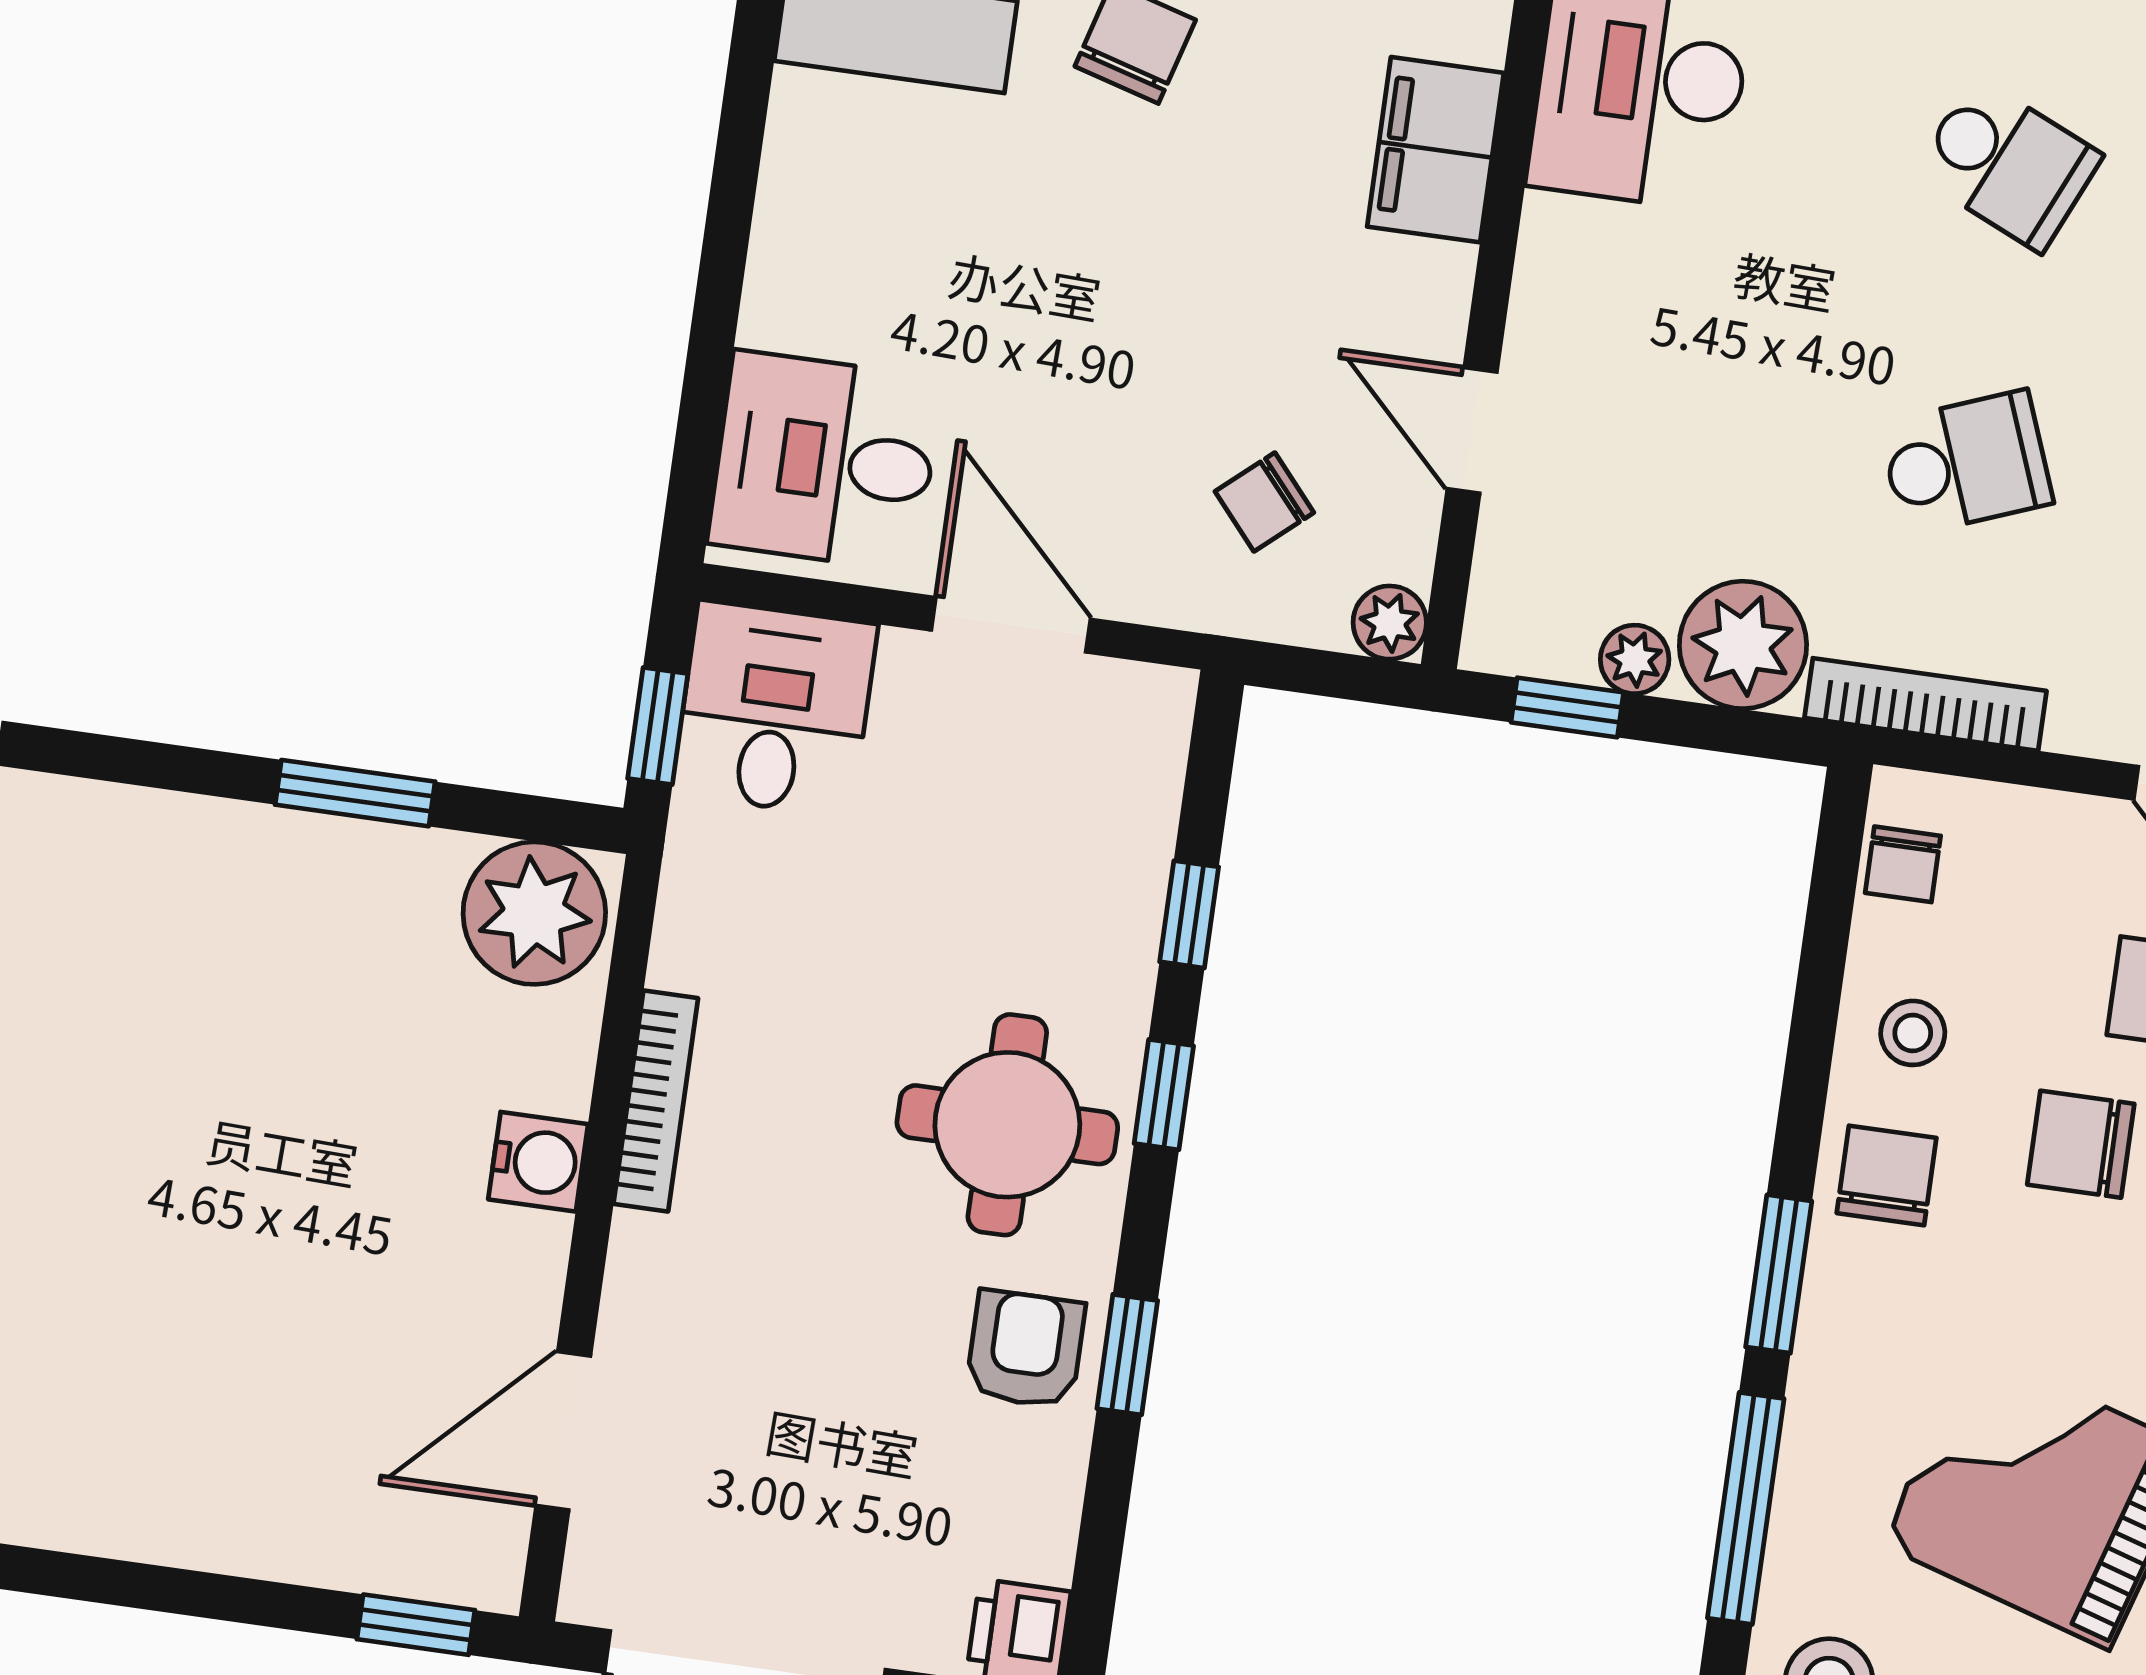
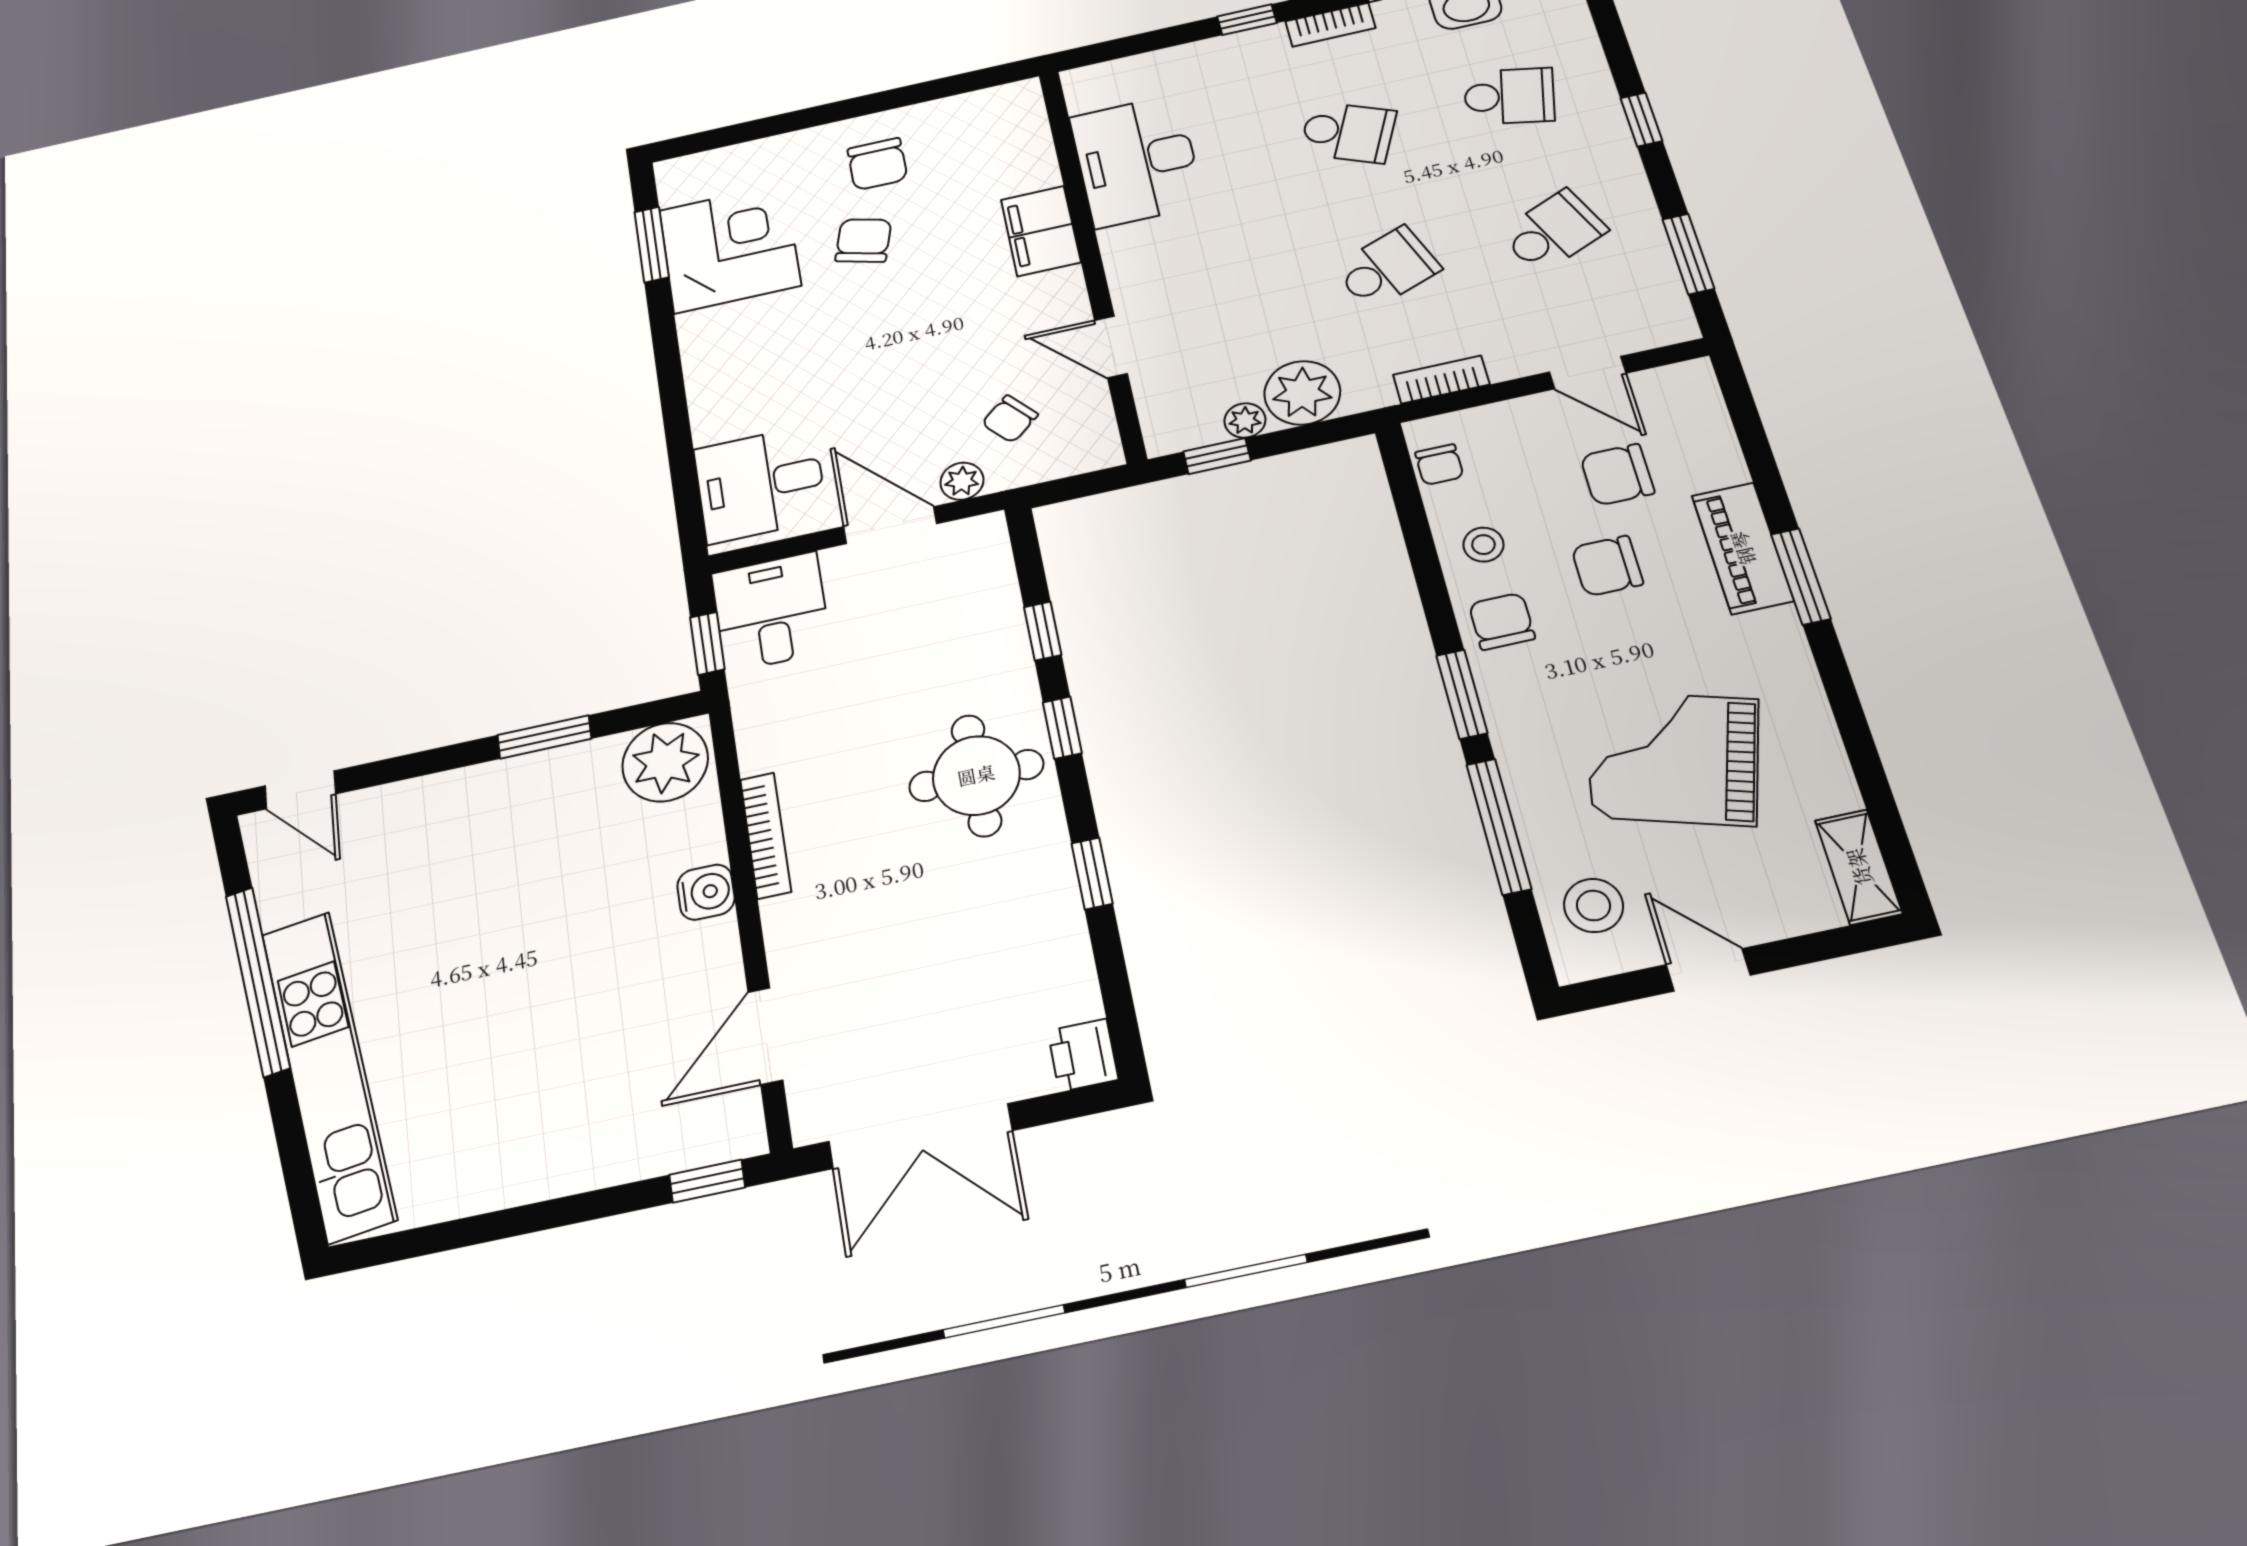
plant: (1390, 623) -> (962, 481), moved
bookcase: (1925, 704) -> (1441, 380), width x0.64
armchair: (1025, 1349) -> (1030, 892), removed

